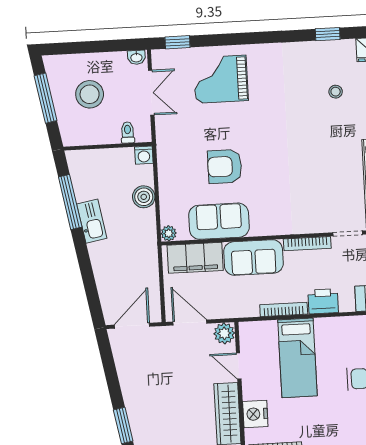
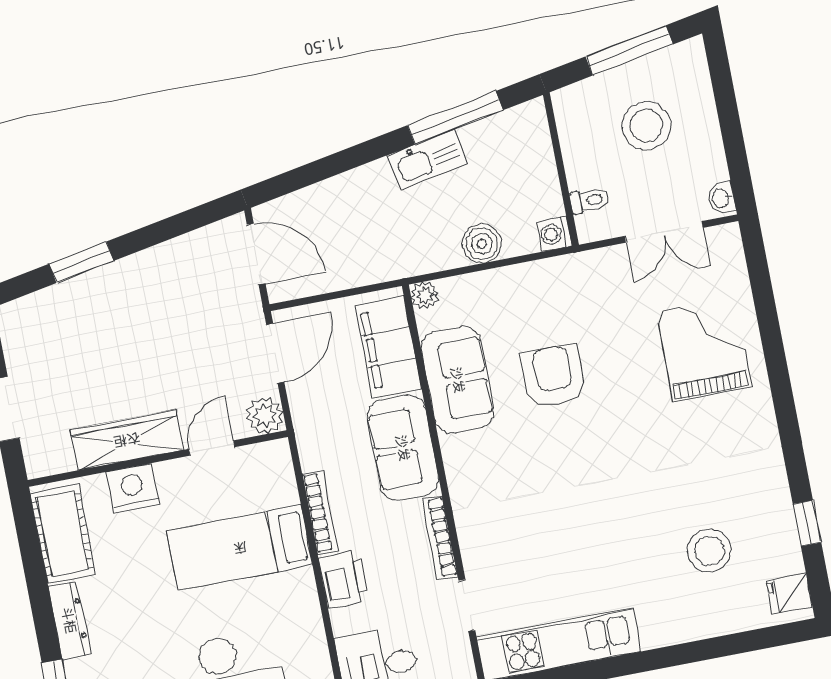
window: (177, 42) -> (757, 265), removed
stool: (336, 92) -> (709, 551), width x1.89, depth x1.89

